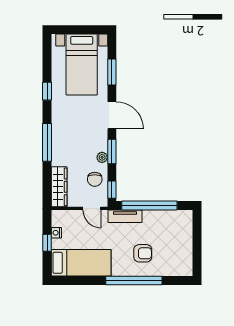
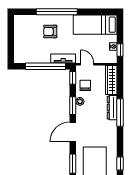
window: (47, 91) -> (120, 164), moved
door: (112, 115) -> (73, 132), hinge flipped
dresser: (58, 149) -> (112, 108), added
window: (47, 243) -> (120, 50), moved

